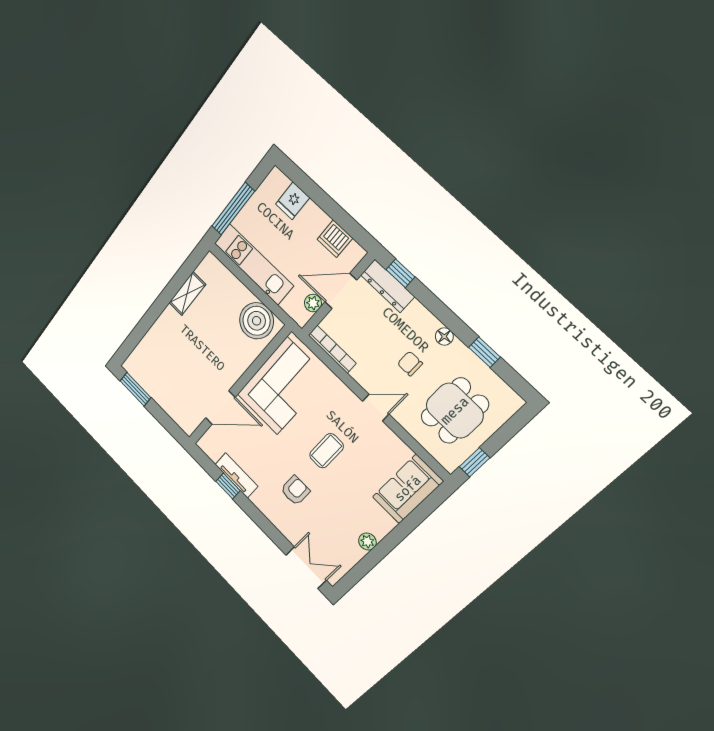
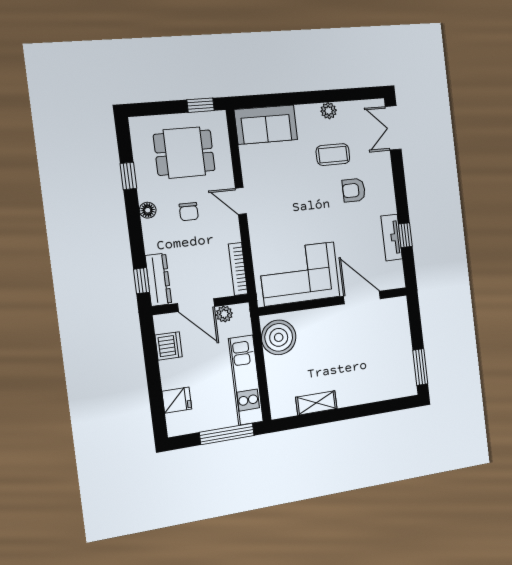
coffee table: (326, 451) -> (333, 155), moved

